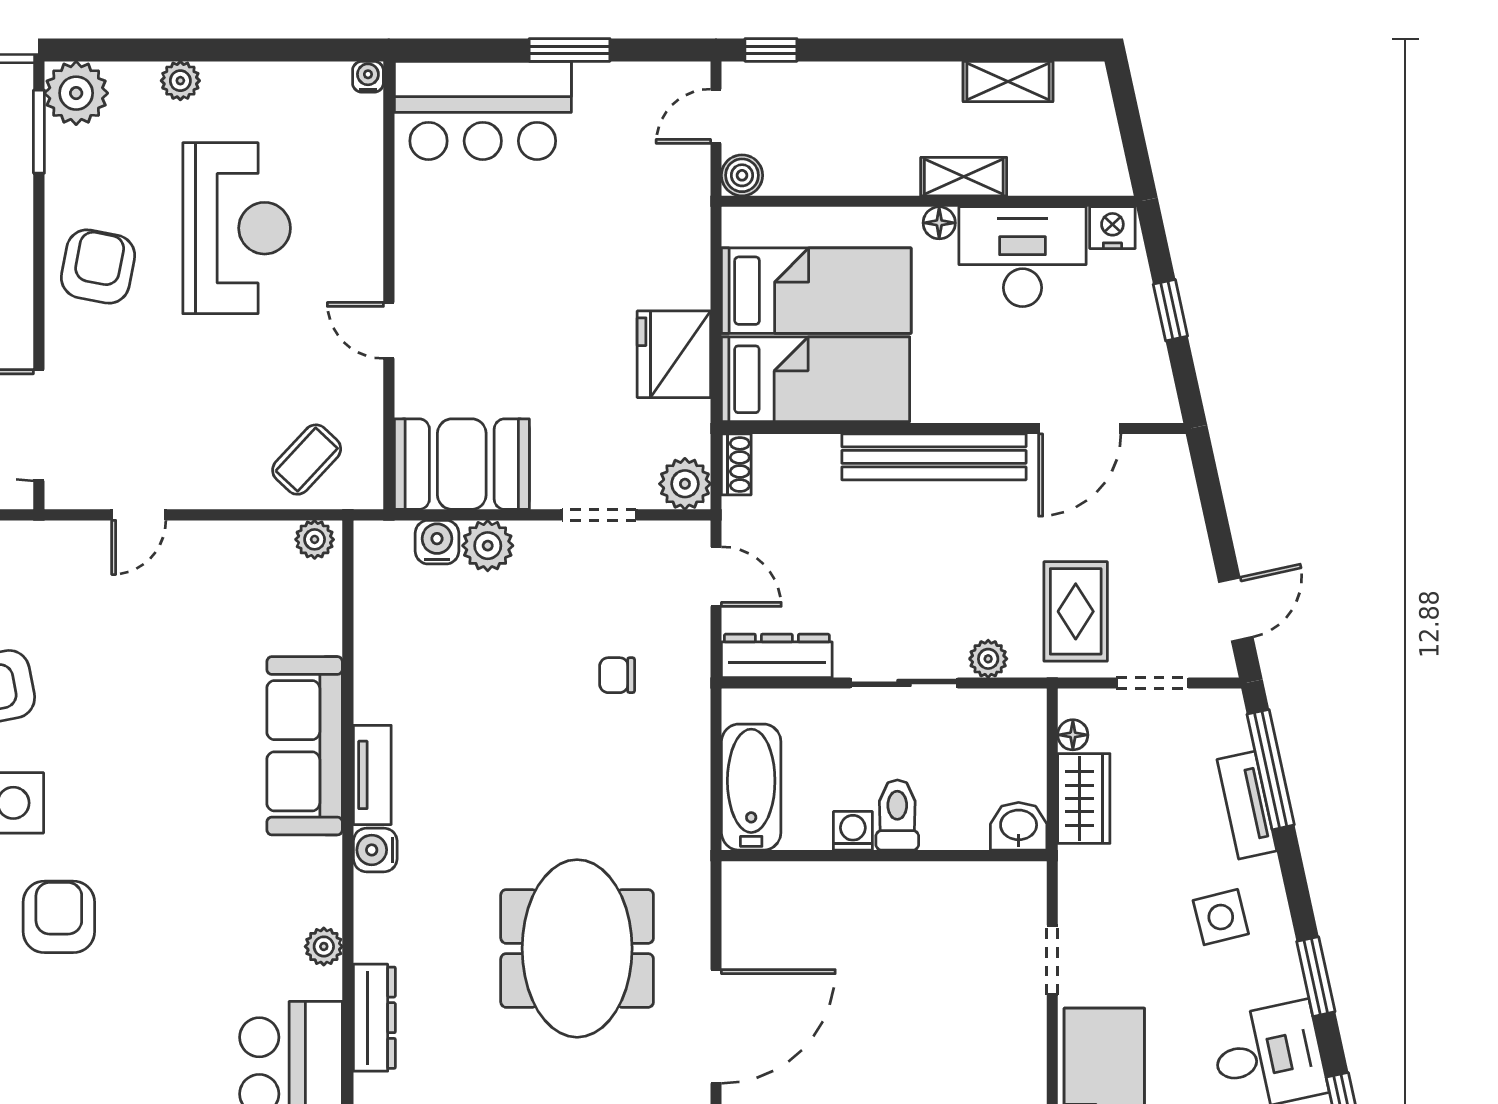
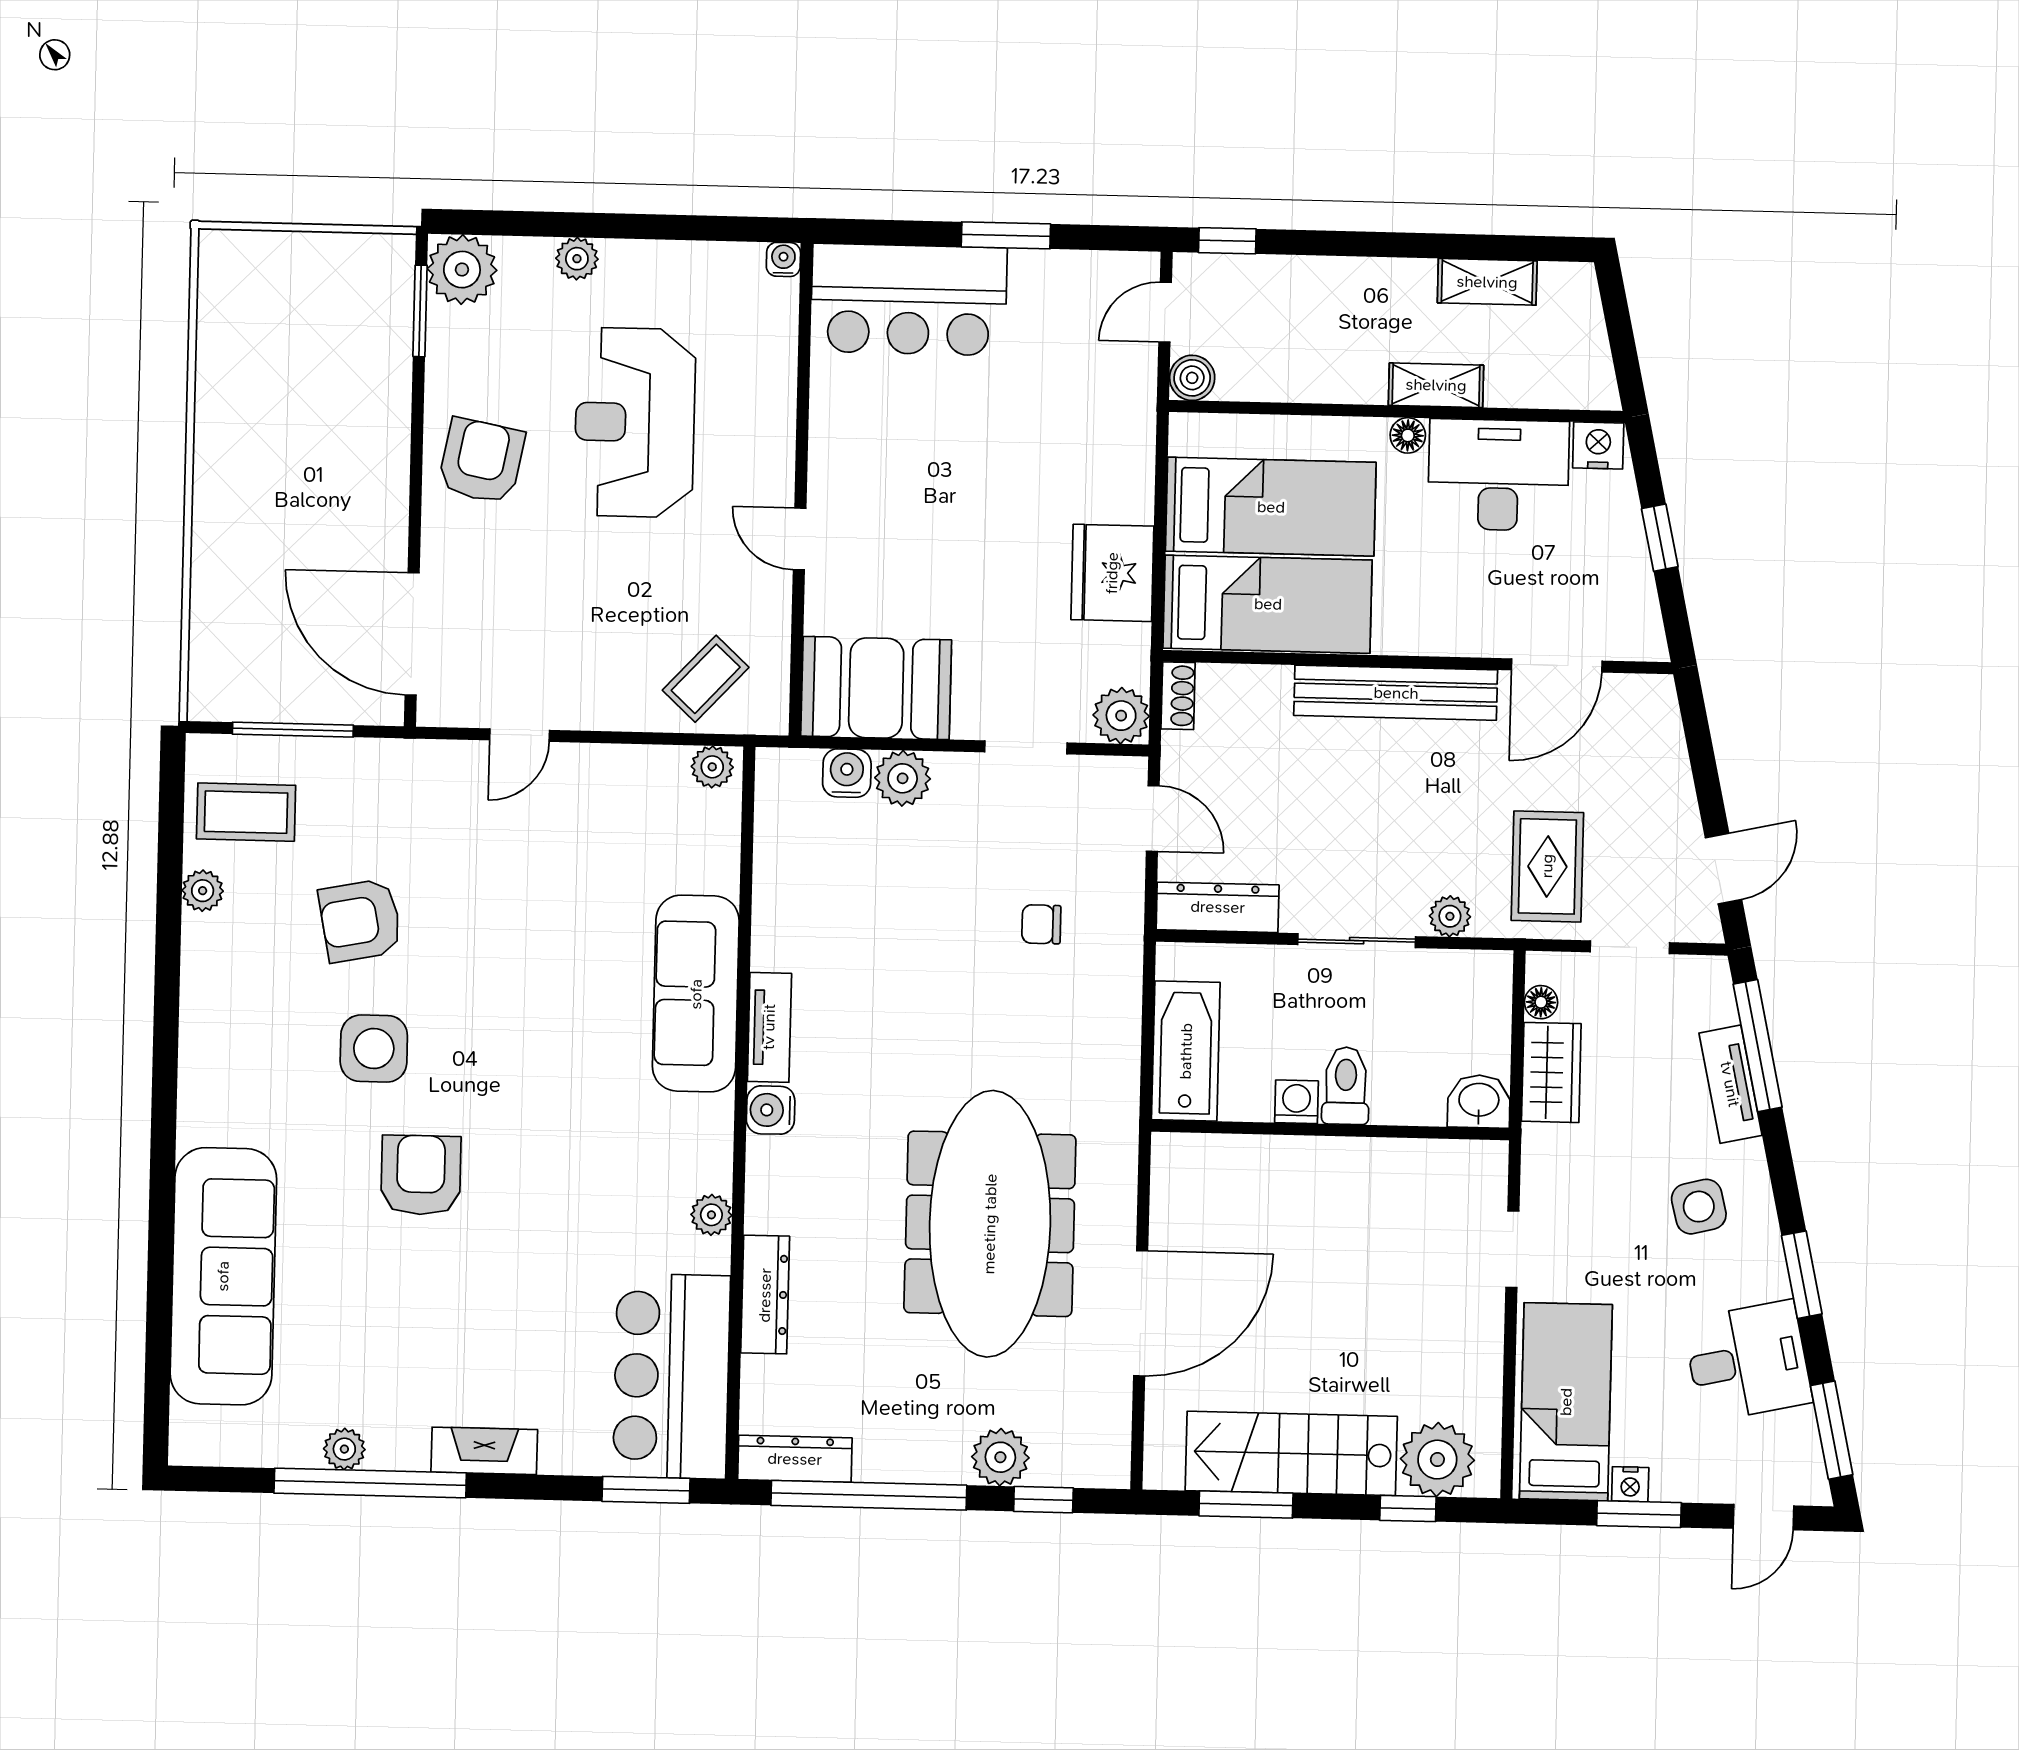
reception desk: (237, 228) -> (635, 422), turned 180
meeting table: (577, 948) -> (990, 1224), width x1.36

